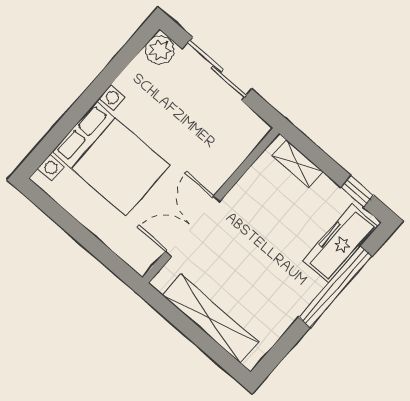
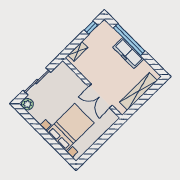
freezer: (340, 243) -> (128, 53), moved

